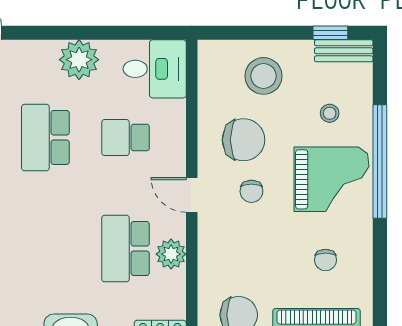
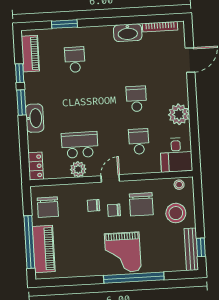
bench: (344, 51) -> (191, 249), width x1.36
stool: (330, 113) -> (179, 185), moved
school desk: (45, 137) -> (136, 99), width x0.54
chair: (326, 260) -> (93, 205), moved

